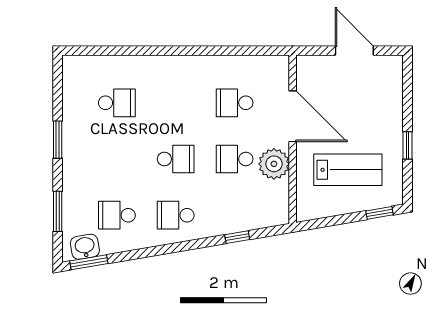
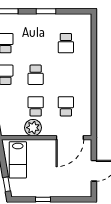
door: (293, 116) -> (70, 138), moved
lab bench: (348, 170) -> (18, 160), moved

